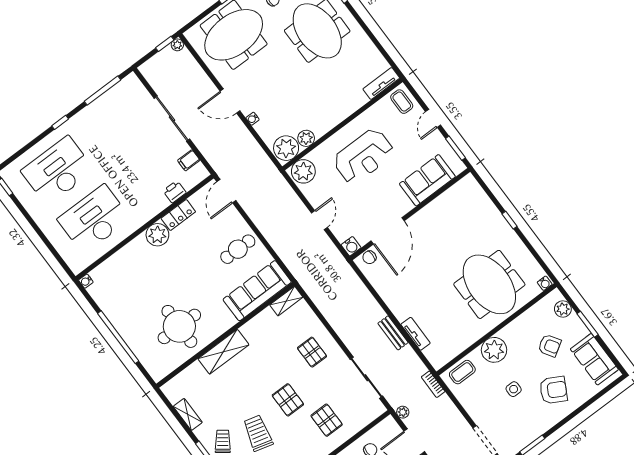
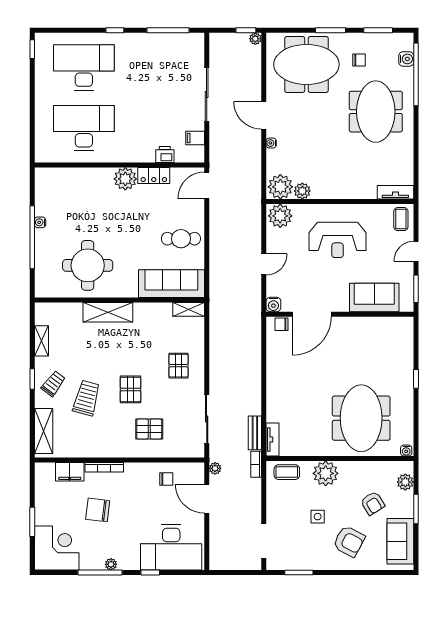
water cooler: (86, 281) -> (40, 222), moved
bench: (393, 333) -> (255, 433), moved
tv unit: (416, 334) -> (272, 439), moved
pallet: (327, 420) -> (149, 429), turned 90

